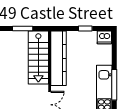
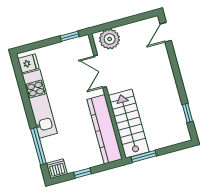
window: (23, 28) -> (144, 156), moved
window: (114, 85) -> (38, 146), moved

